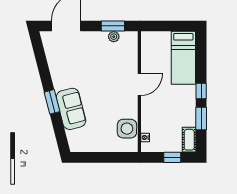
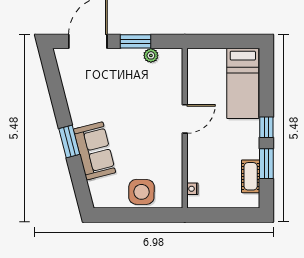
window: (113, 26) -> (135, 41), moved
side table: (127, 129) -> (141, 192), moved
cot: (189, 140) -> (251, 176), moved
window: (172, 157) -> (228, 215), removed

